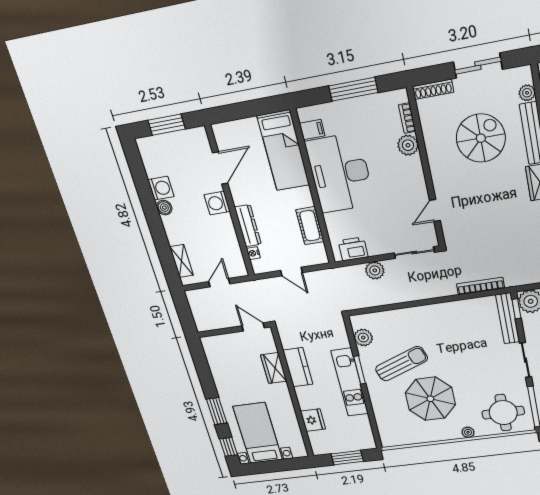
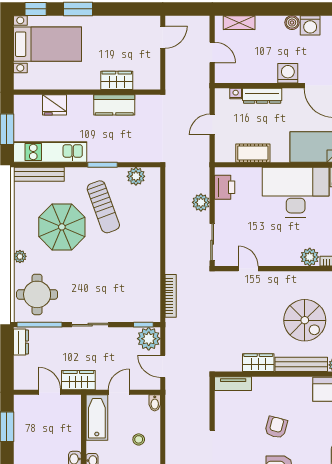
bench: (508, 318) -> (39, 174), moved
door: (253, 327) -> (163, 37), moved
kitchen unit: (350, 382) -> (50, 152), moved

